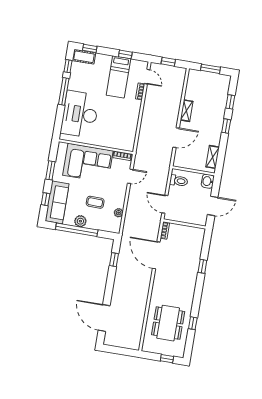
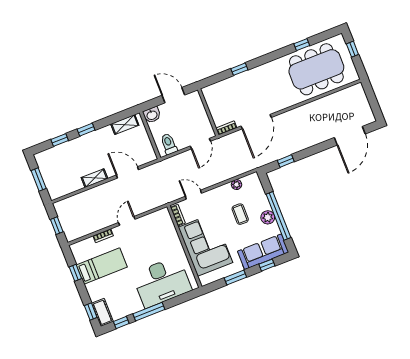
door: (147, 77) -> (127, 221), moved
dining table: (168, 323) -> (316, 69), width x1.36, depth x1.24

